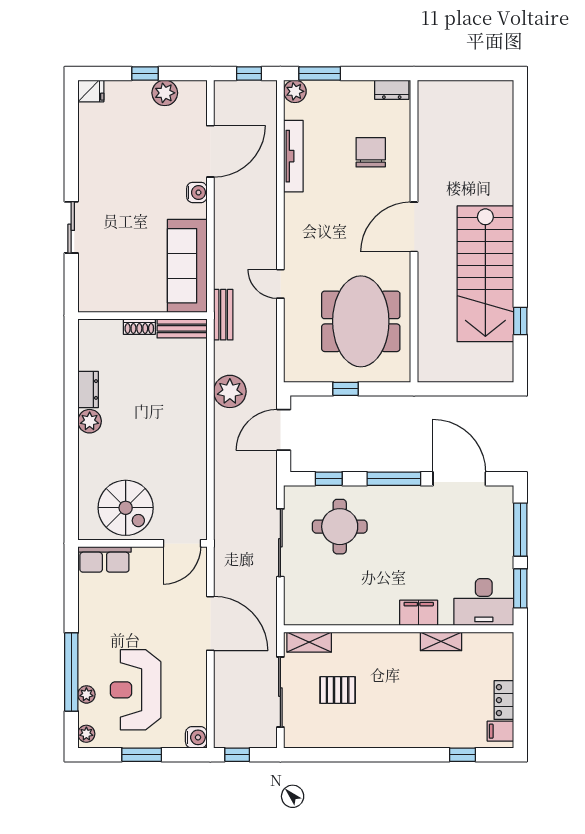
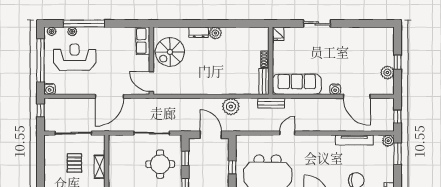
fridge: (91, 91) -> (278, 34), moved
dresser: (88, 390) -> (199, 32), moved
shelving: (309, 642) -> (100, 167), moved
window: (142, 755) -> (41, 60), width x2.11

